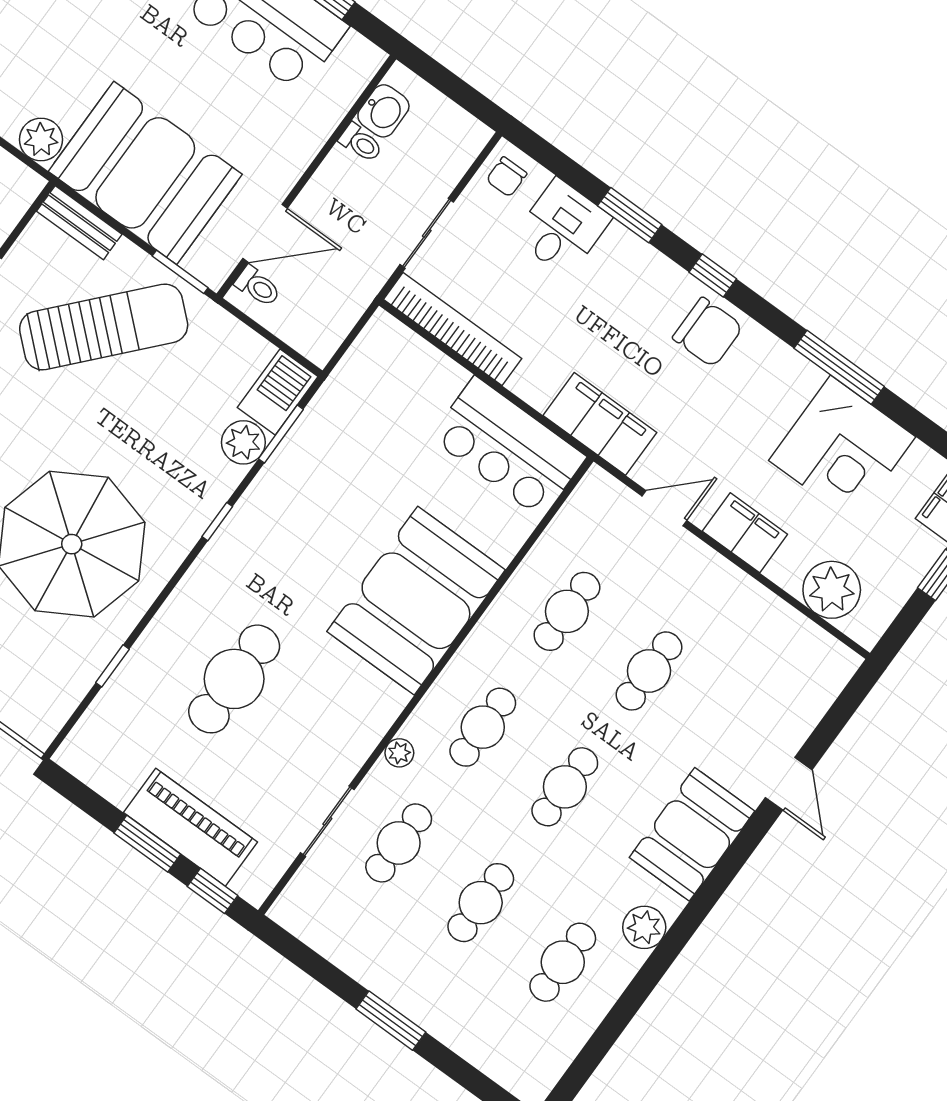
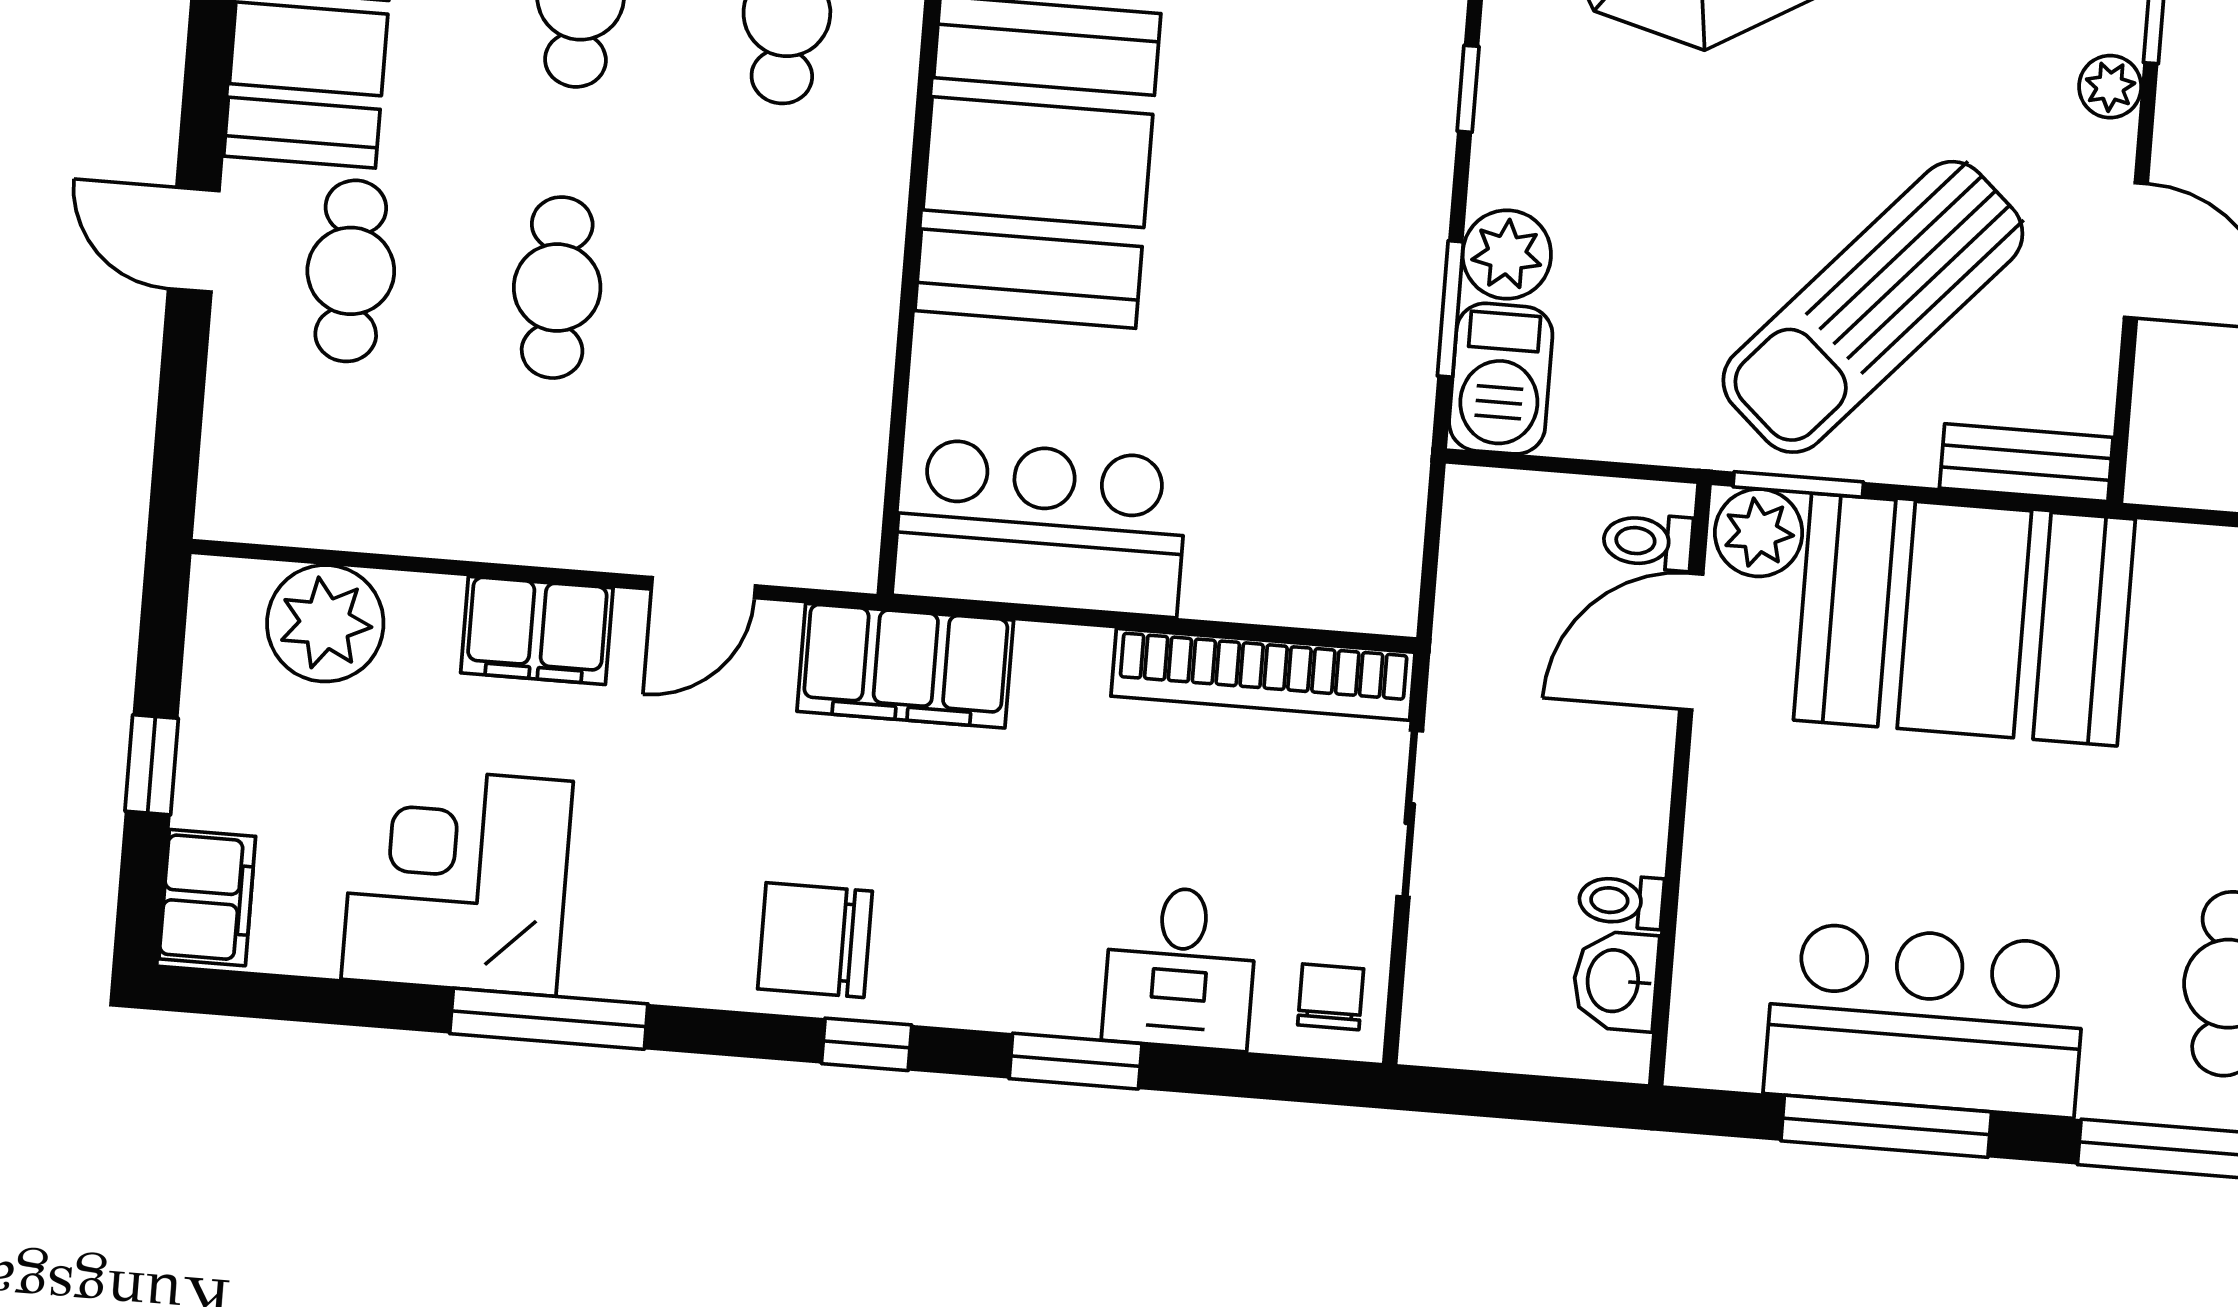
plant: (41, 140) -> (1759, 533), moved
cafe table: (567, 611) -> (351, 271), moved

